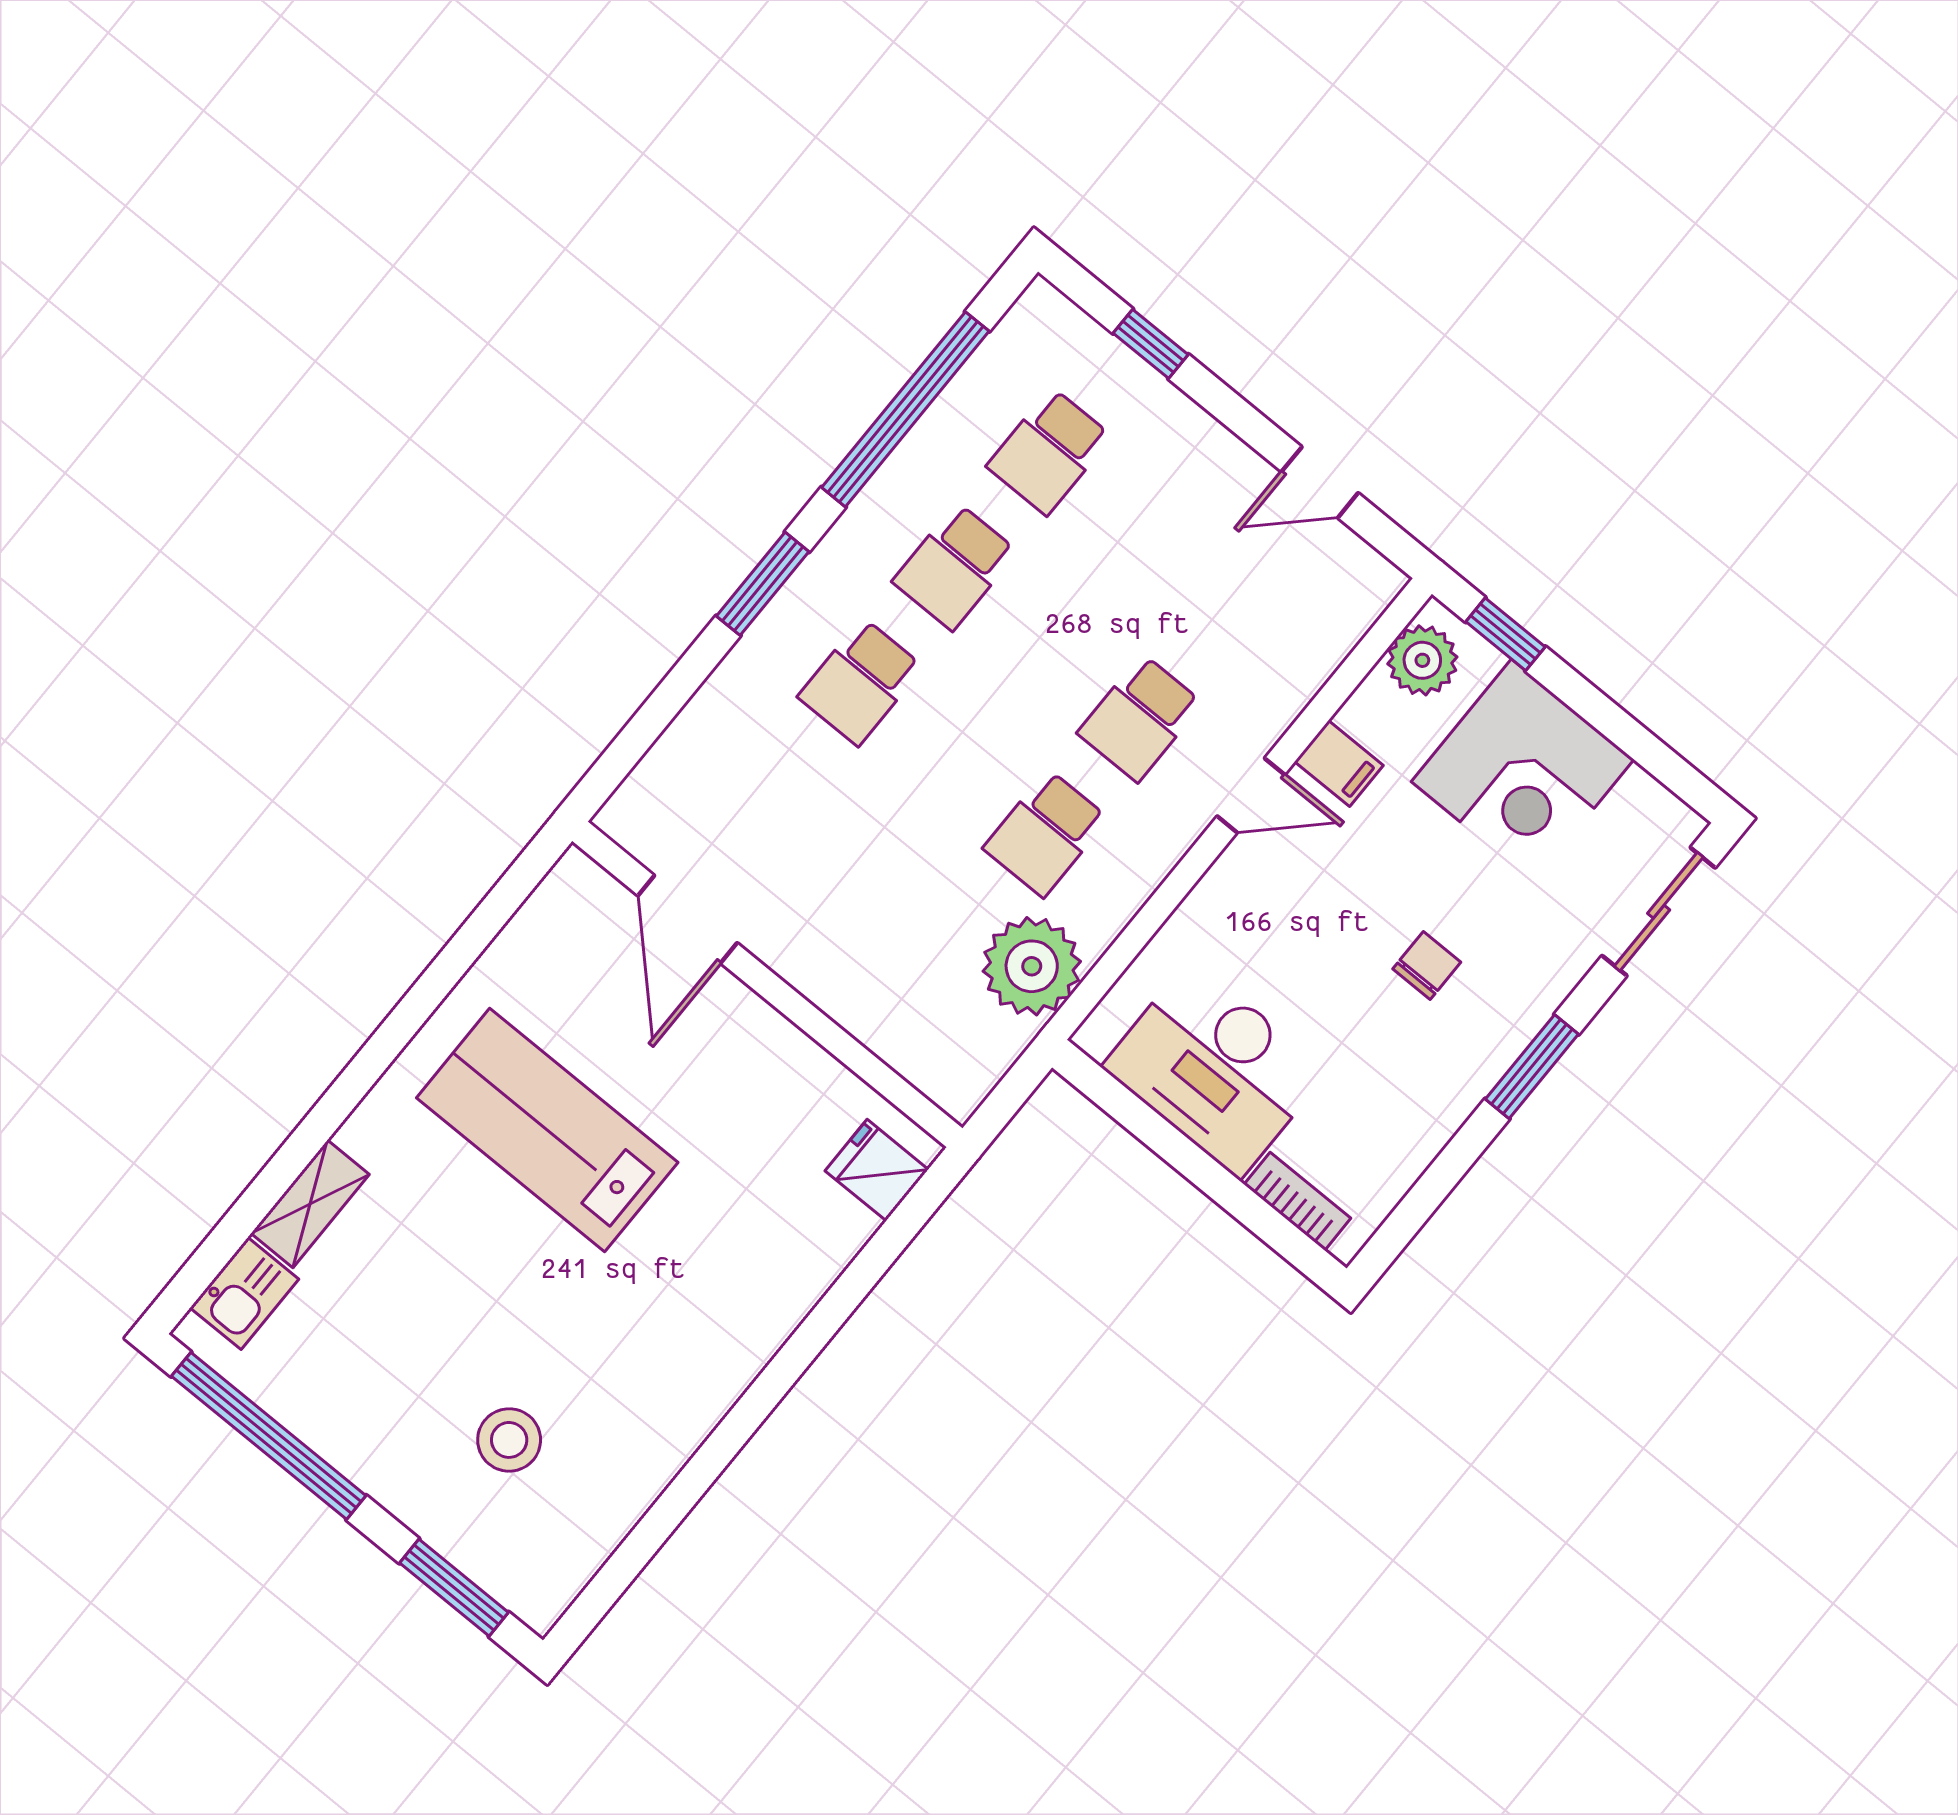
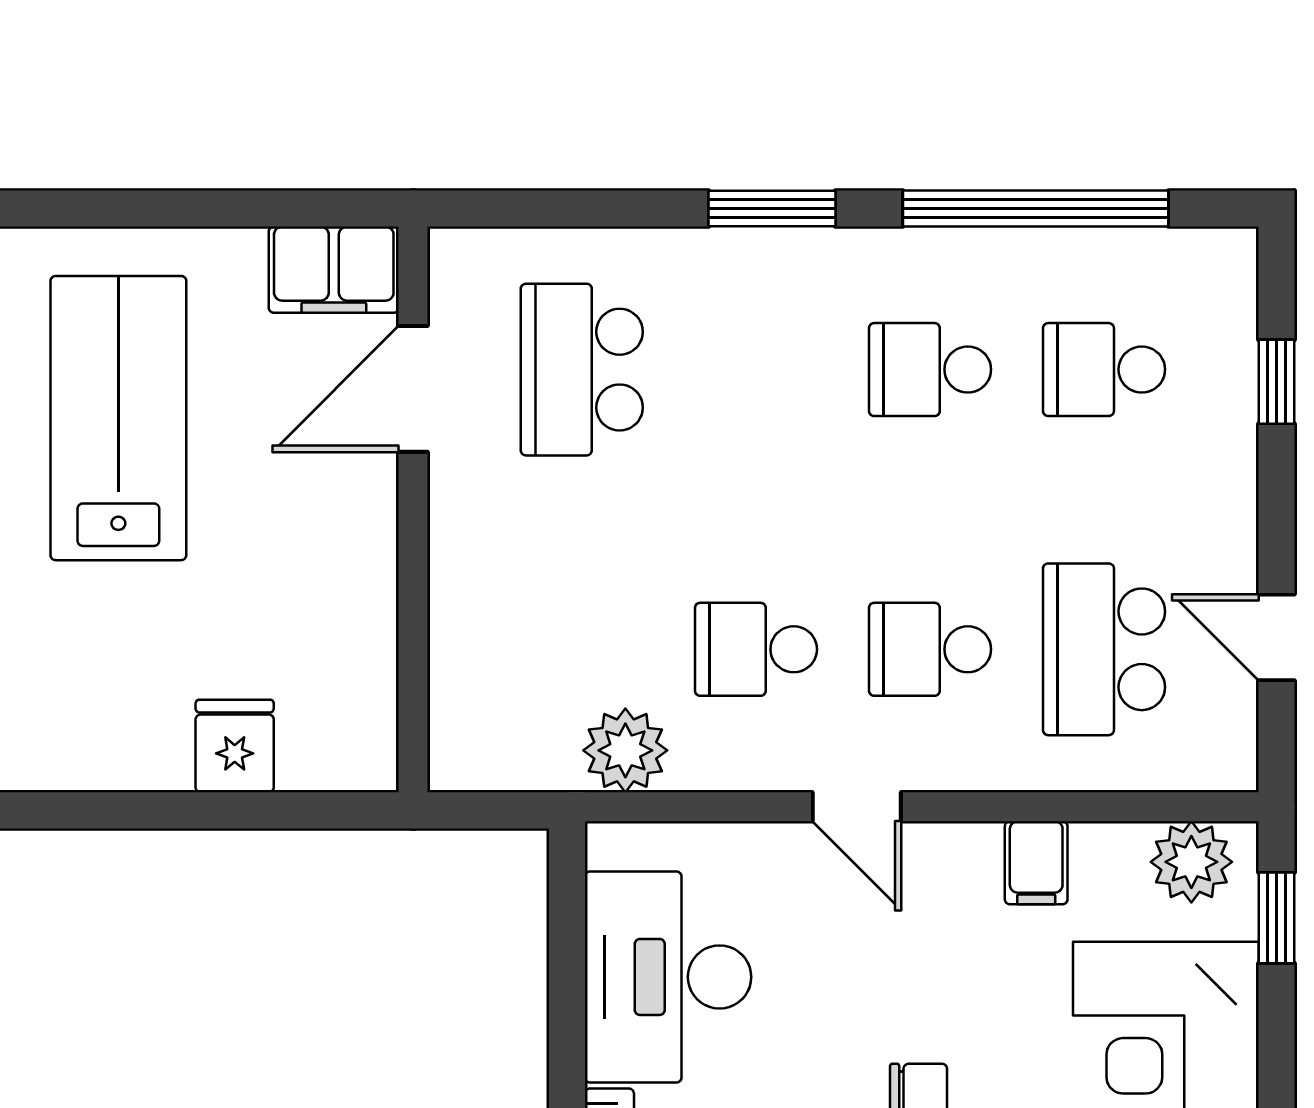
school desk: (1234, 603) -> (1104, 649), added
school desk: (861, 682) -> (582, 370), moved, width x1.85
door: (1251, 795) -> (857, 807), moved
filing cabinet: (566, 907) -> (334, 270), added
plant: (1032, 966) -> (625, 750), width x0.73, depth x0.73
fridge: (877, 1170) -> (235, 746), moved

